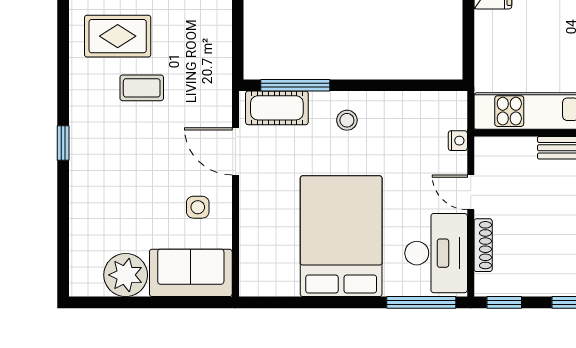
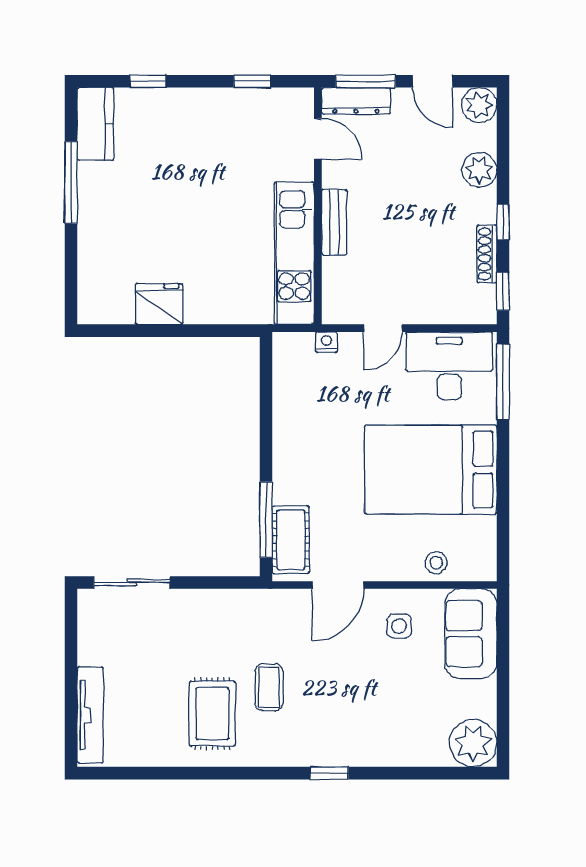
stool: (347, 120) -> (436, 563), moved
shoe rack: (483, 245) -> (487, 254), moved, turned -90
plant: (126, 275) -> (473, 743), moved

